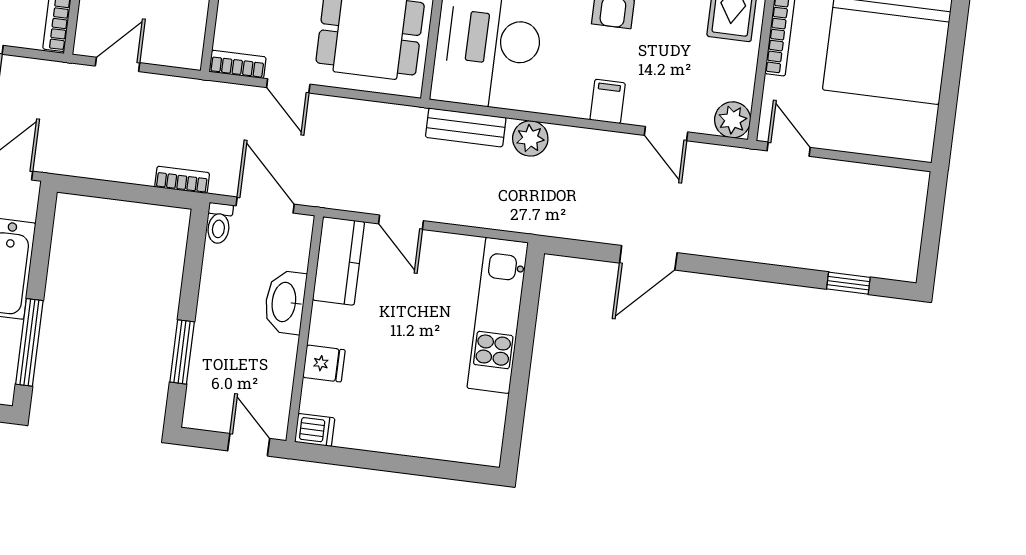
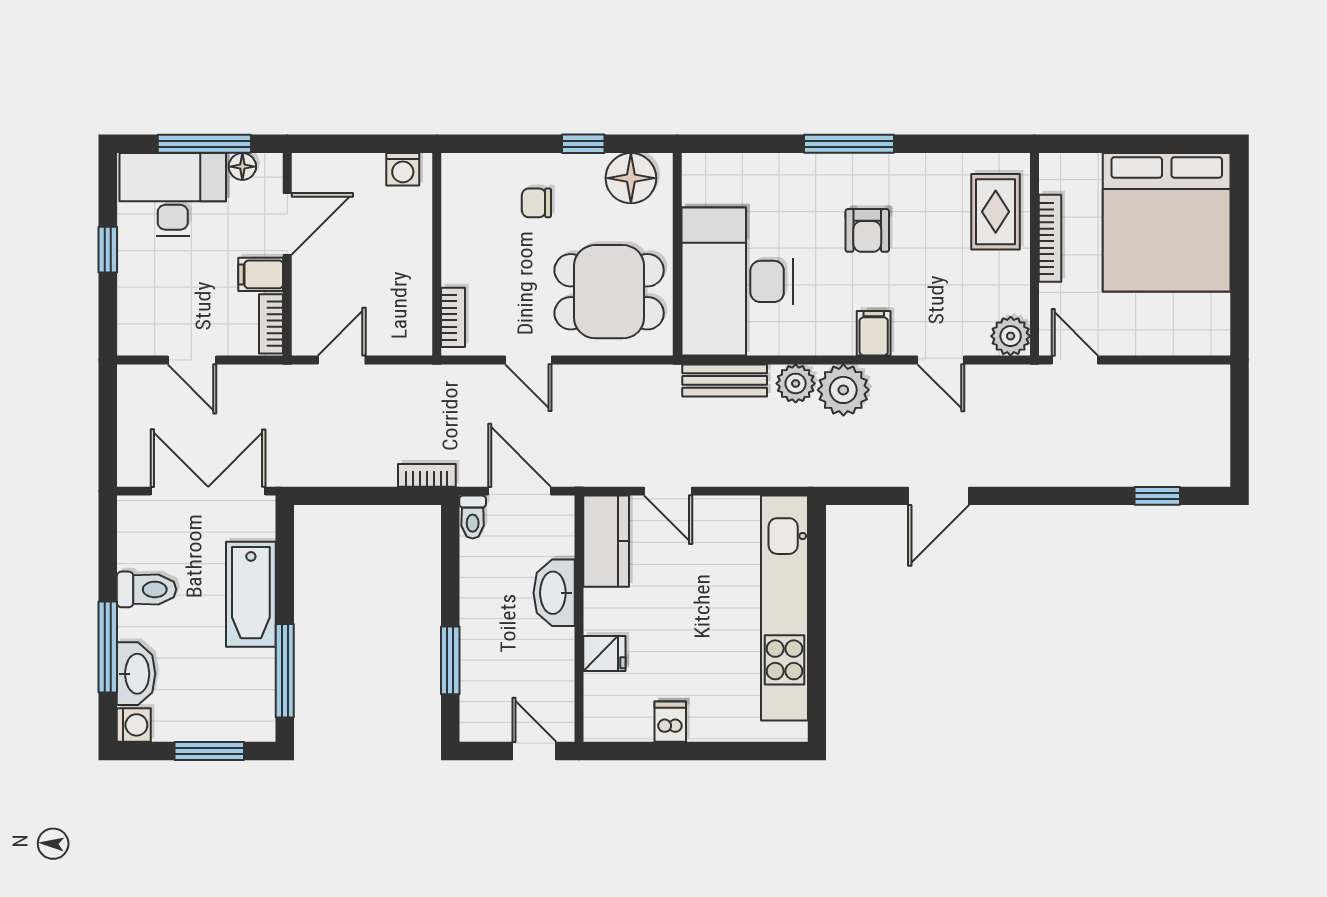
bookcase: (238, 64) -> (453, 317), moved, turned 90
plant: (573, 150) -> (843, 390), added
kitchen unit: (498, 315) -> (784, 608), width x1.36
dishwasher: (315, 430) -> (670, 722), moved, turned -90

